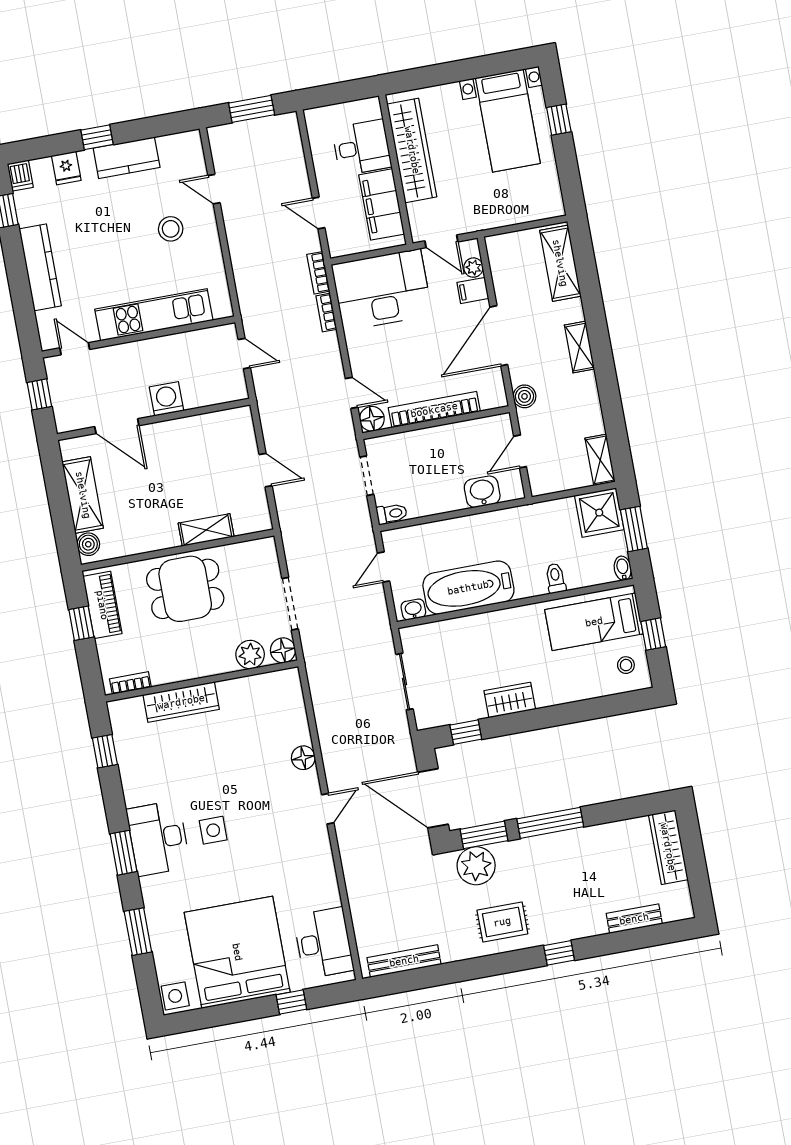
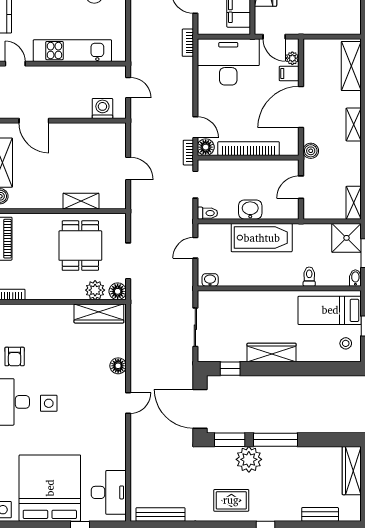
bookcase: (326, 313) -> (188, 153), moved
washing machine: (167, 399) -> (102, 108), moved
washbasin: (482, 492) -> (250, 210), moved
bathtub: (468, 588) -> (262, 238), moved, turned 180
dining table: (185, 589) -> (80, 246), moved, turned 90
wardrobe: (510, 700) -> (272, 353), width x1.50
wardrobe: (181, 702) -> (99, 313), moved
armchair: (151, 772) -> (15, 357), added
plant: (476, 866) -> (249, 459), moved

